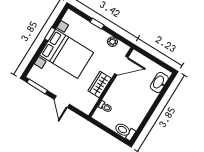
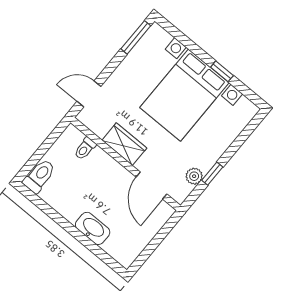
window: (97, 24) -> (212, 174), moved
washbasin: (159, 82) -> (93, 228), moved
door: (62, 102) -> (89, 94), moved

